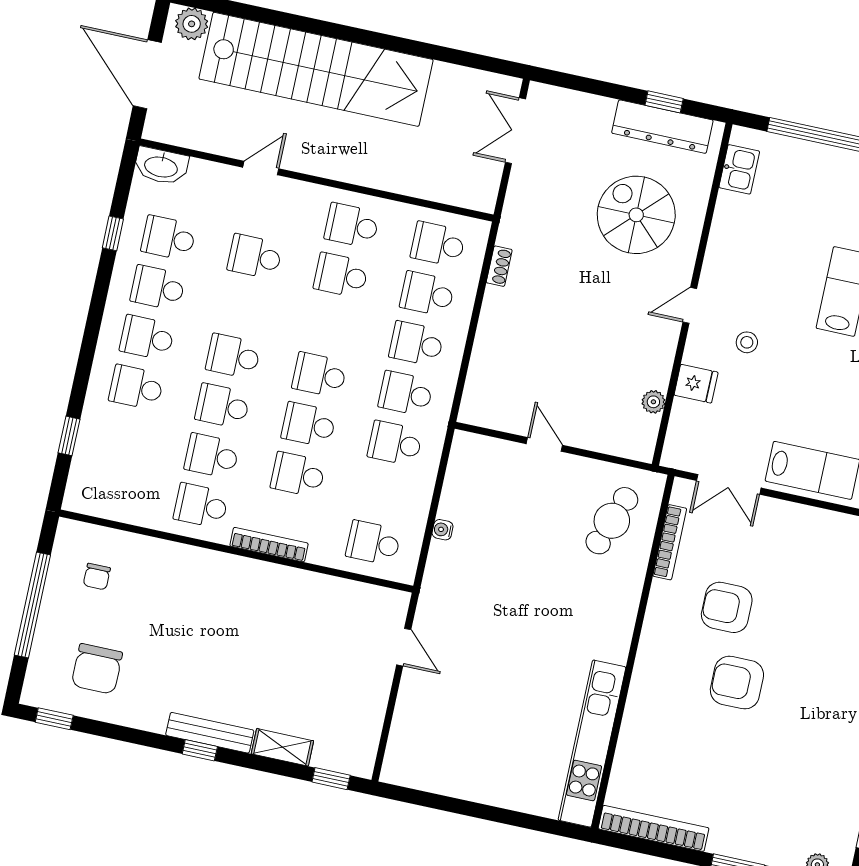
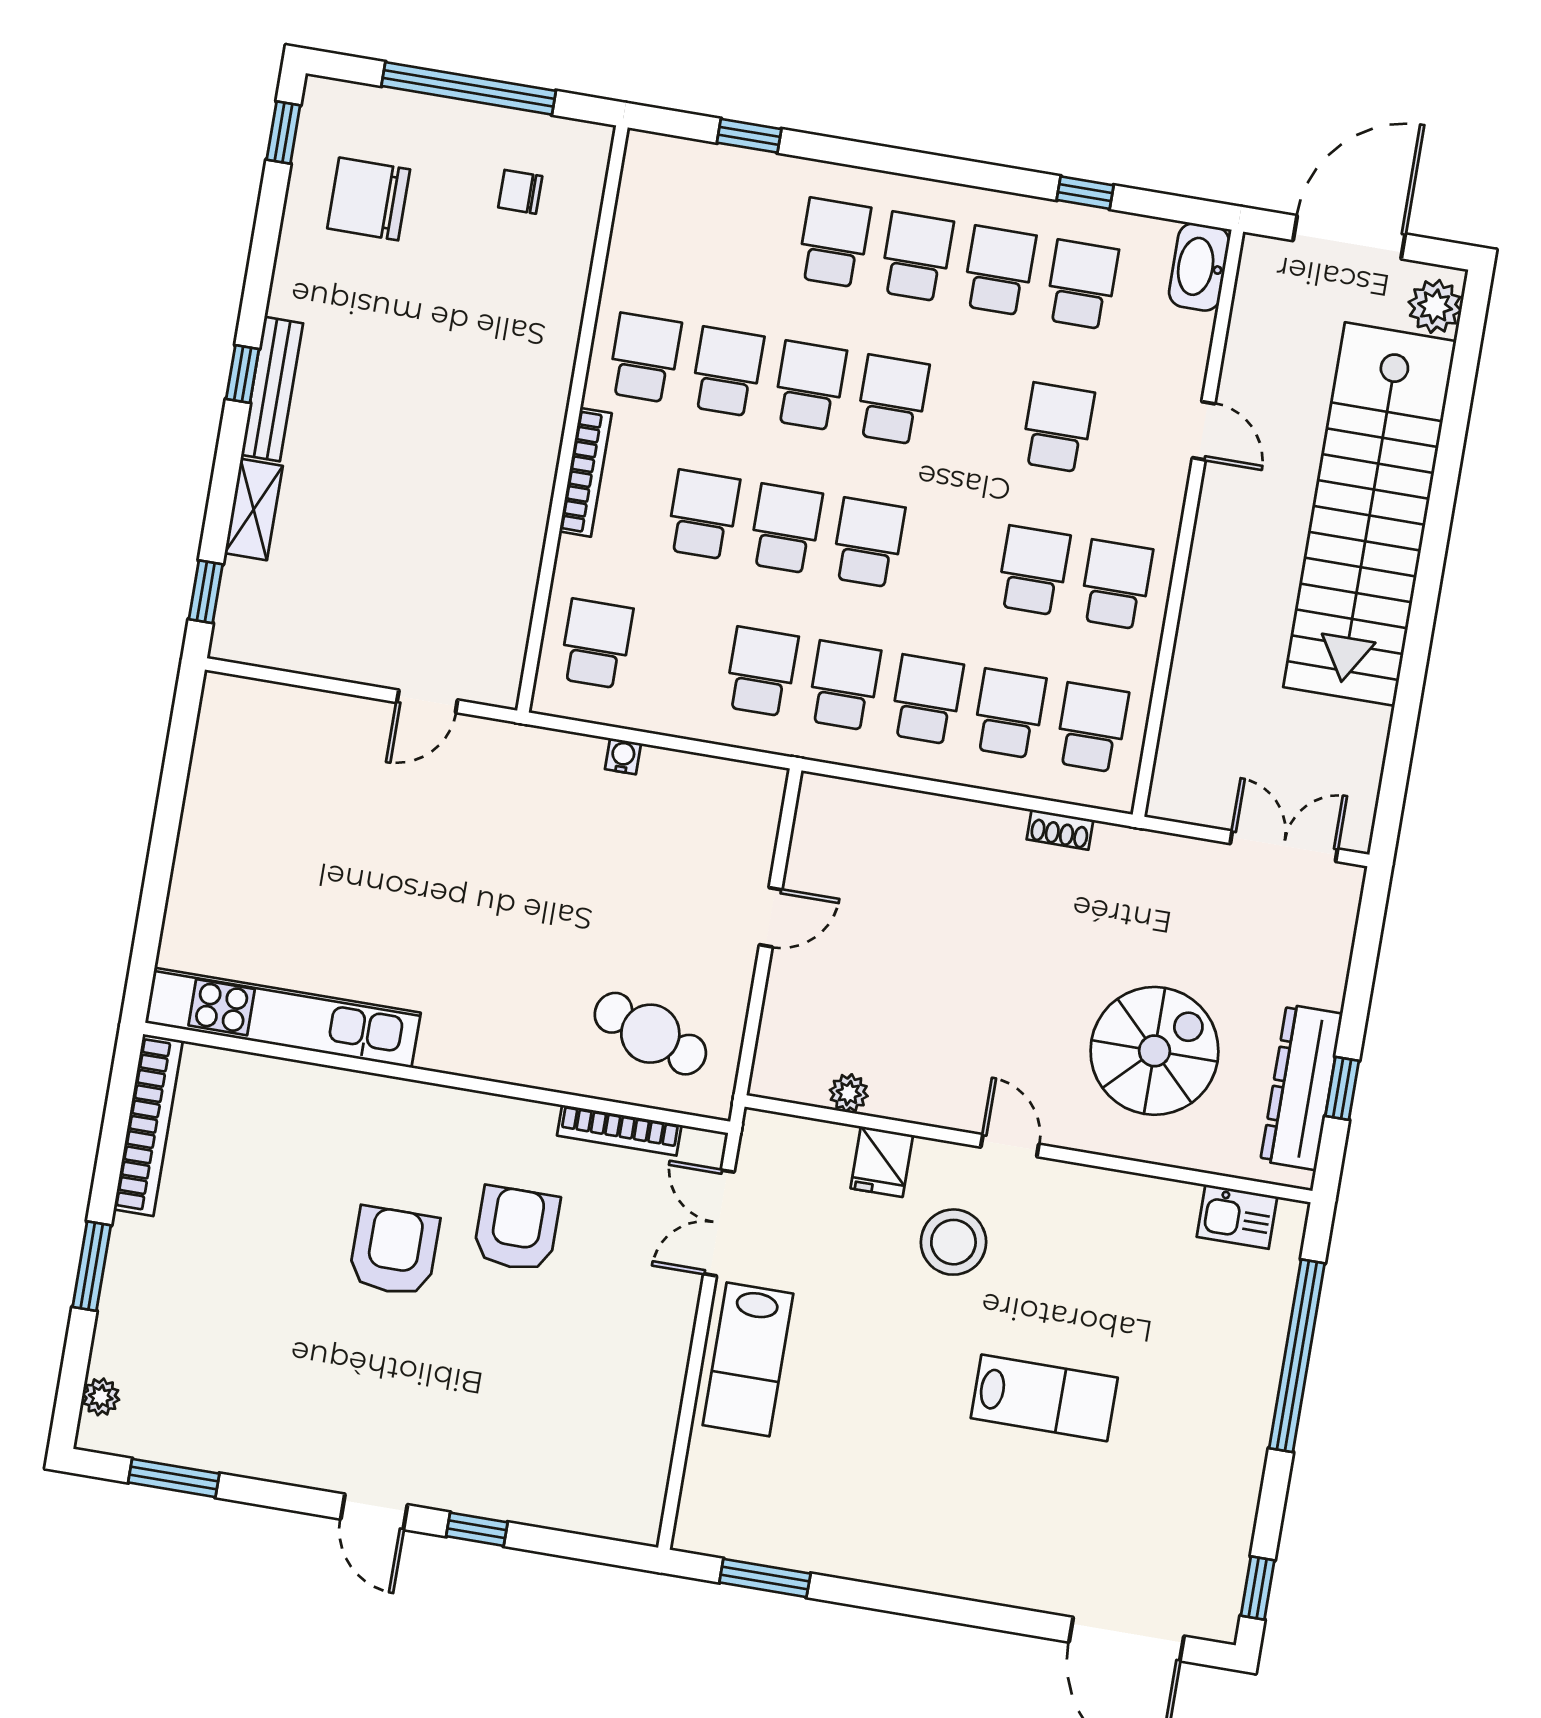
stool: (747, 342) -> (953, 1242), width x1.89, depth x1.89

